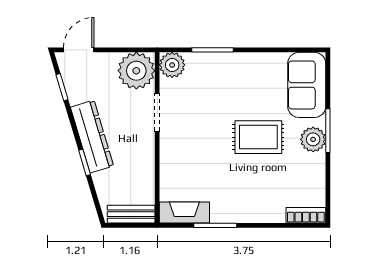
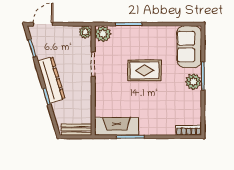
plant: (136, 71) -> (85, 32), width x0.53, depth x0.53
rug: (258, 137) -> (144, 70), moved
fireplace: (184, 212) -> (117, 126), width x1.37, depth x1.32

